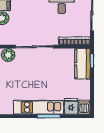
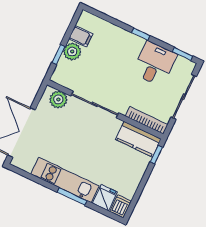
kitchen counter: (83, 64) -> (138, 139), moved, turned -90

